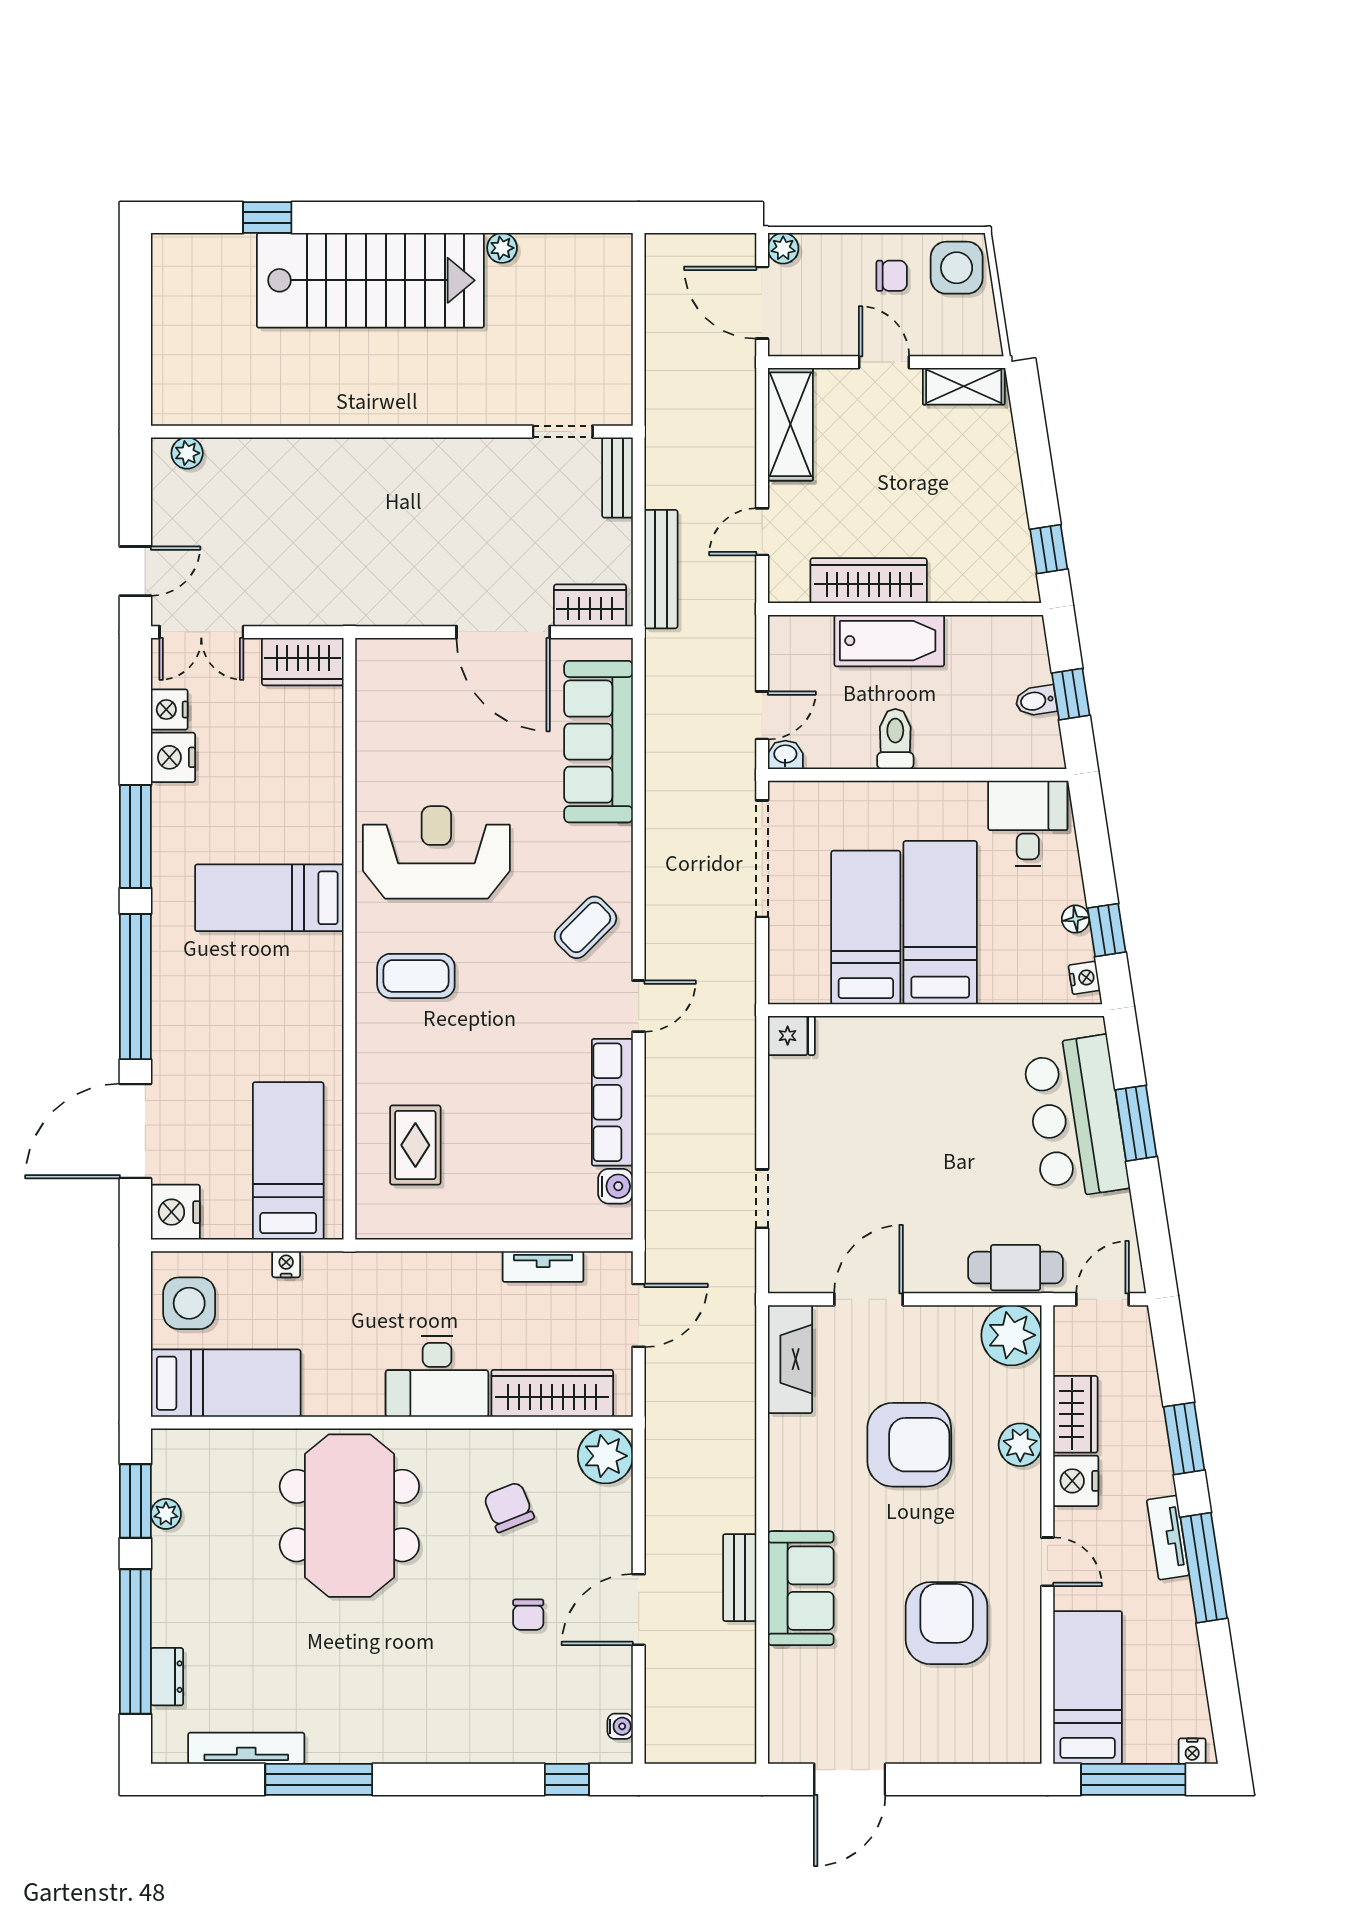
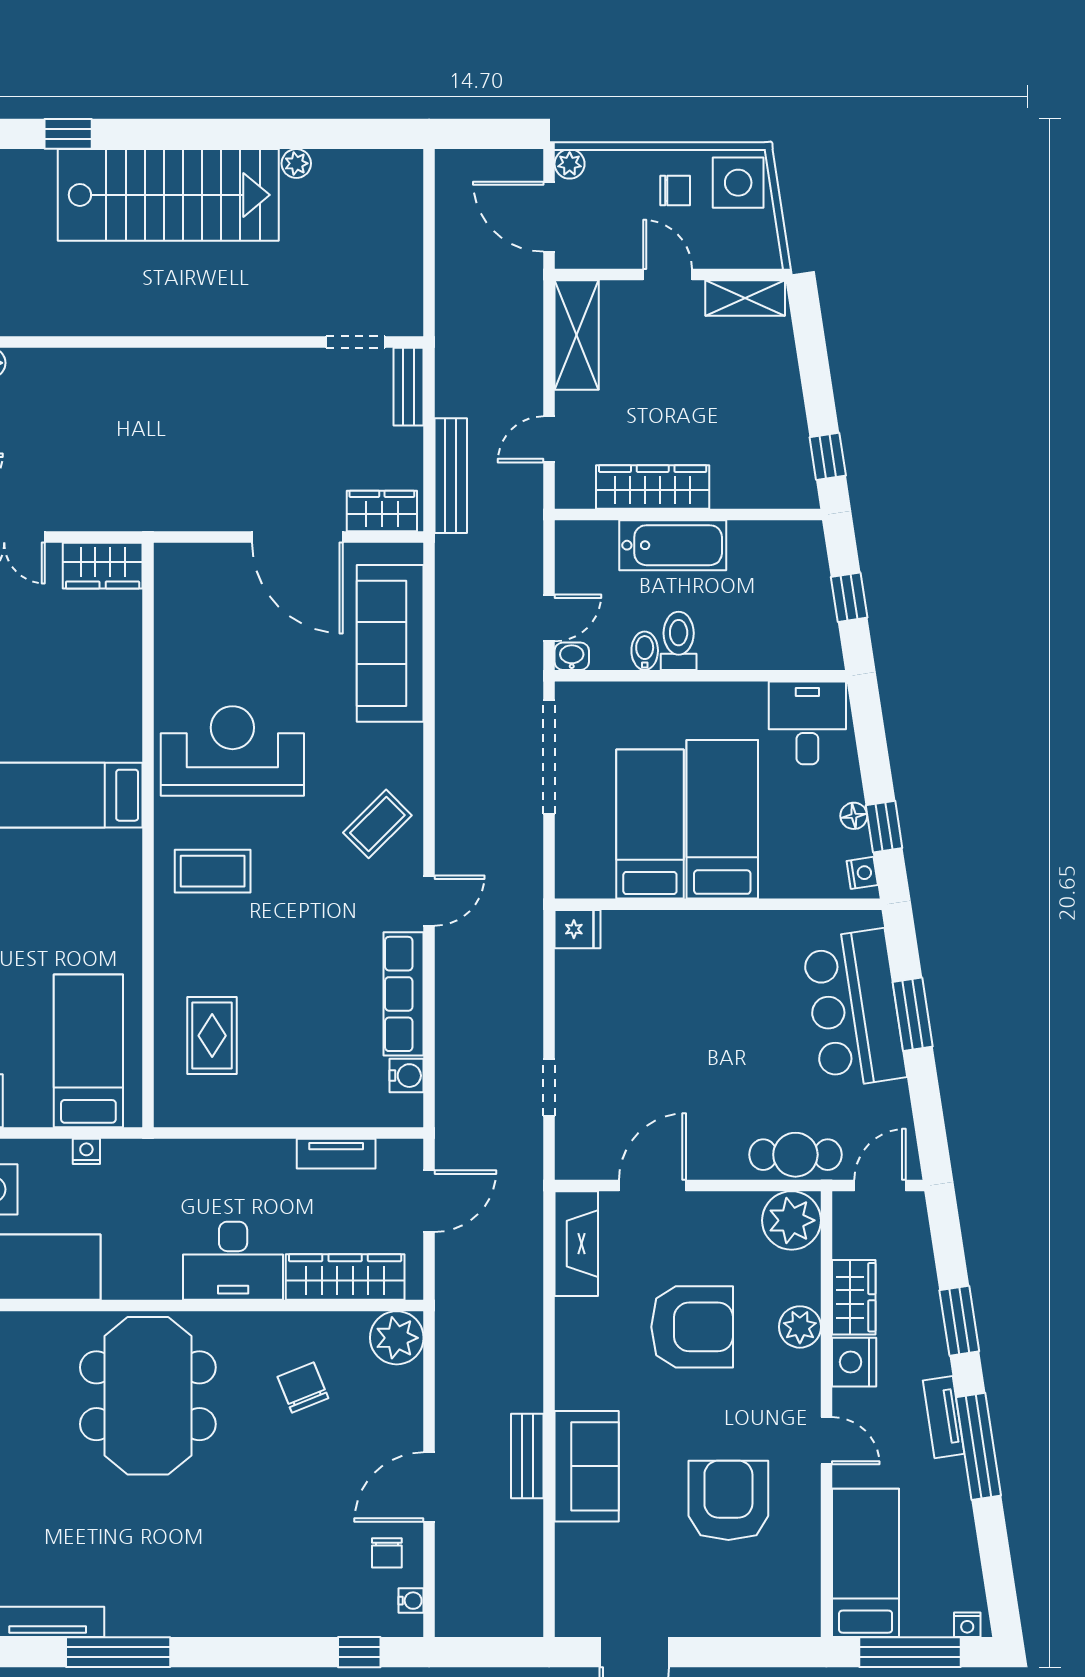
bidet: (1036, 701) -> (645, 651), moved, turned 99
chair: (528, 1615) -> (387, 1553), moved

